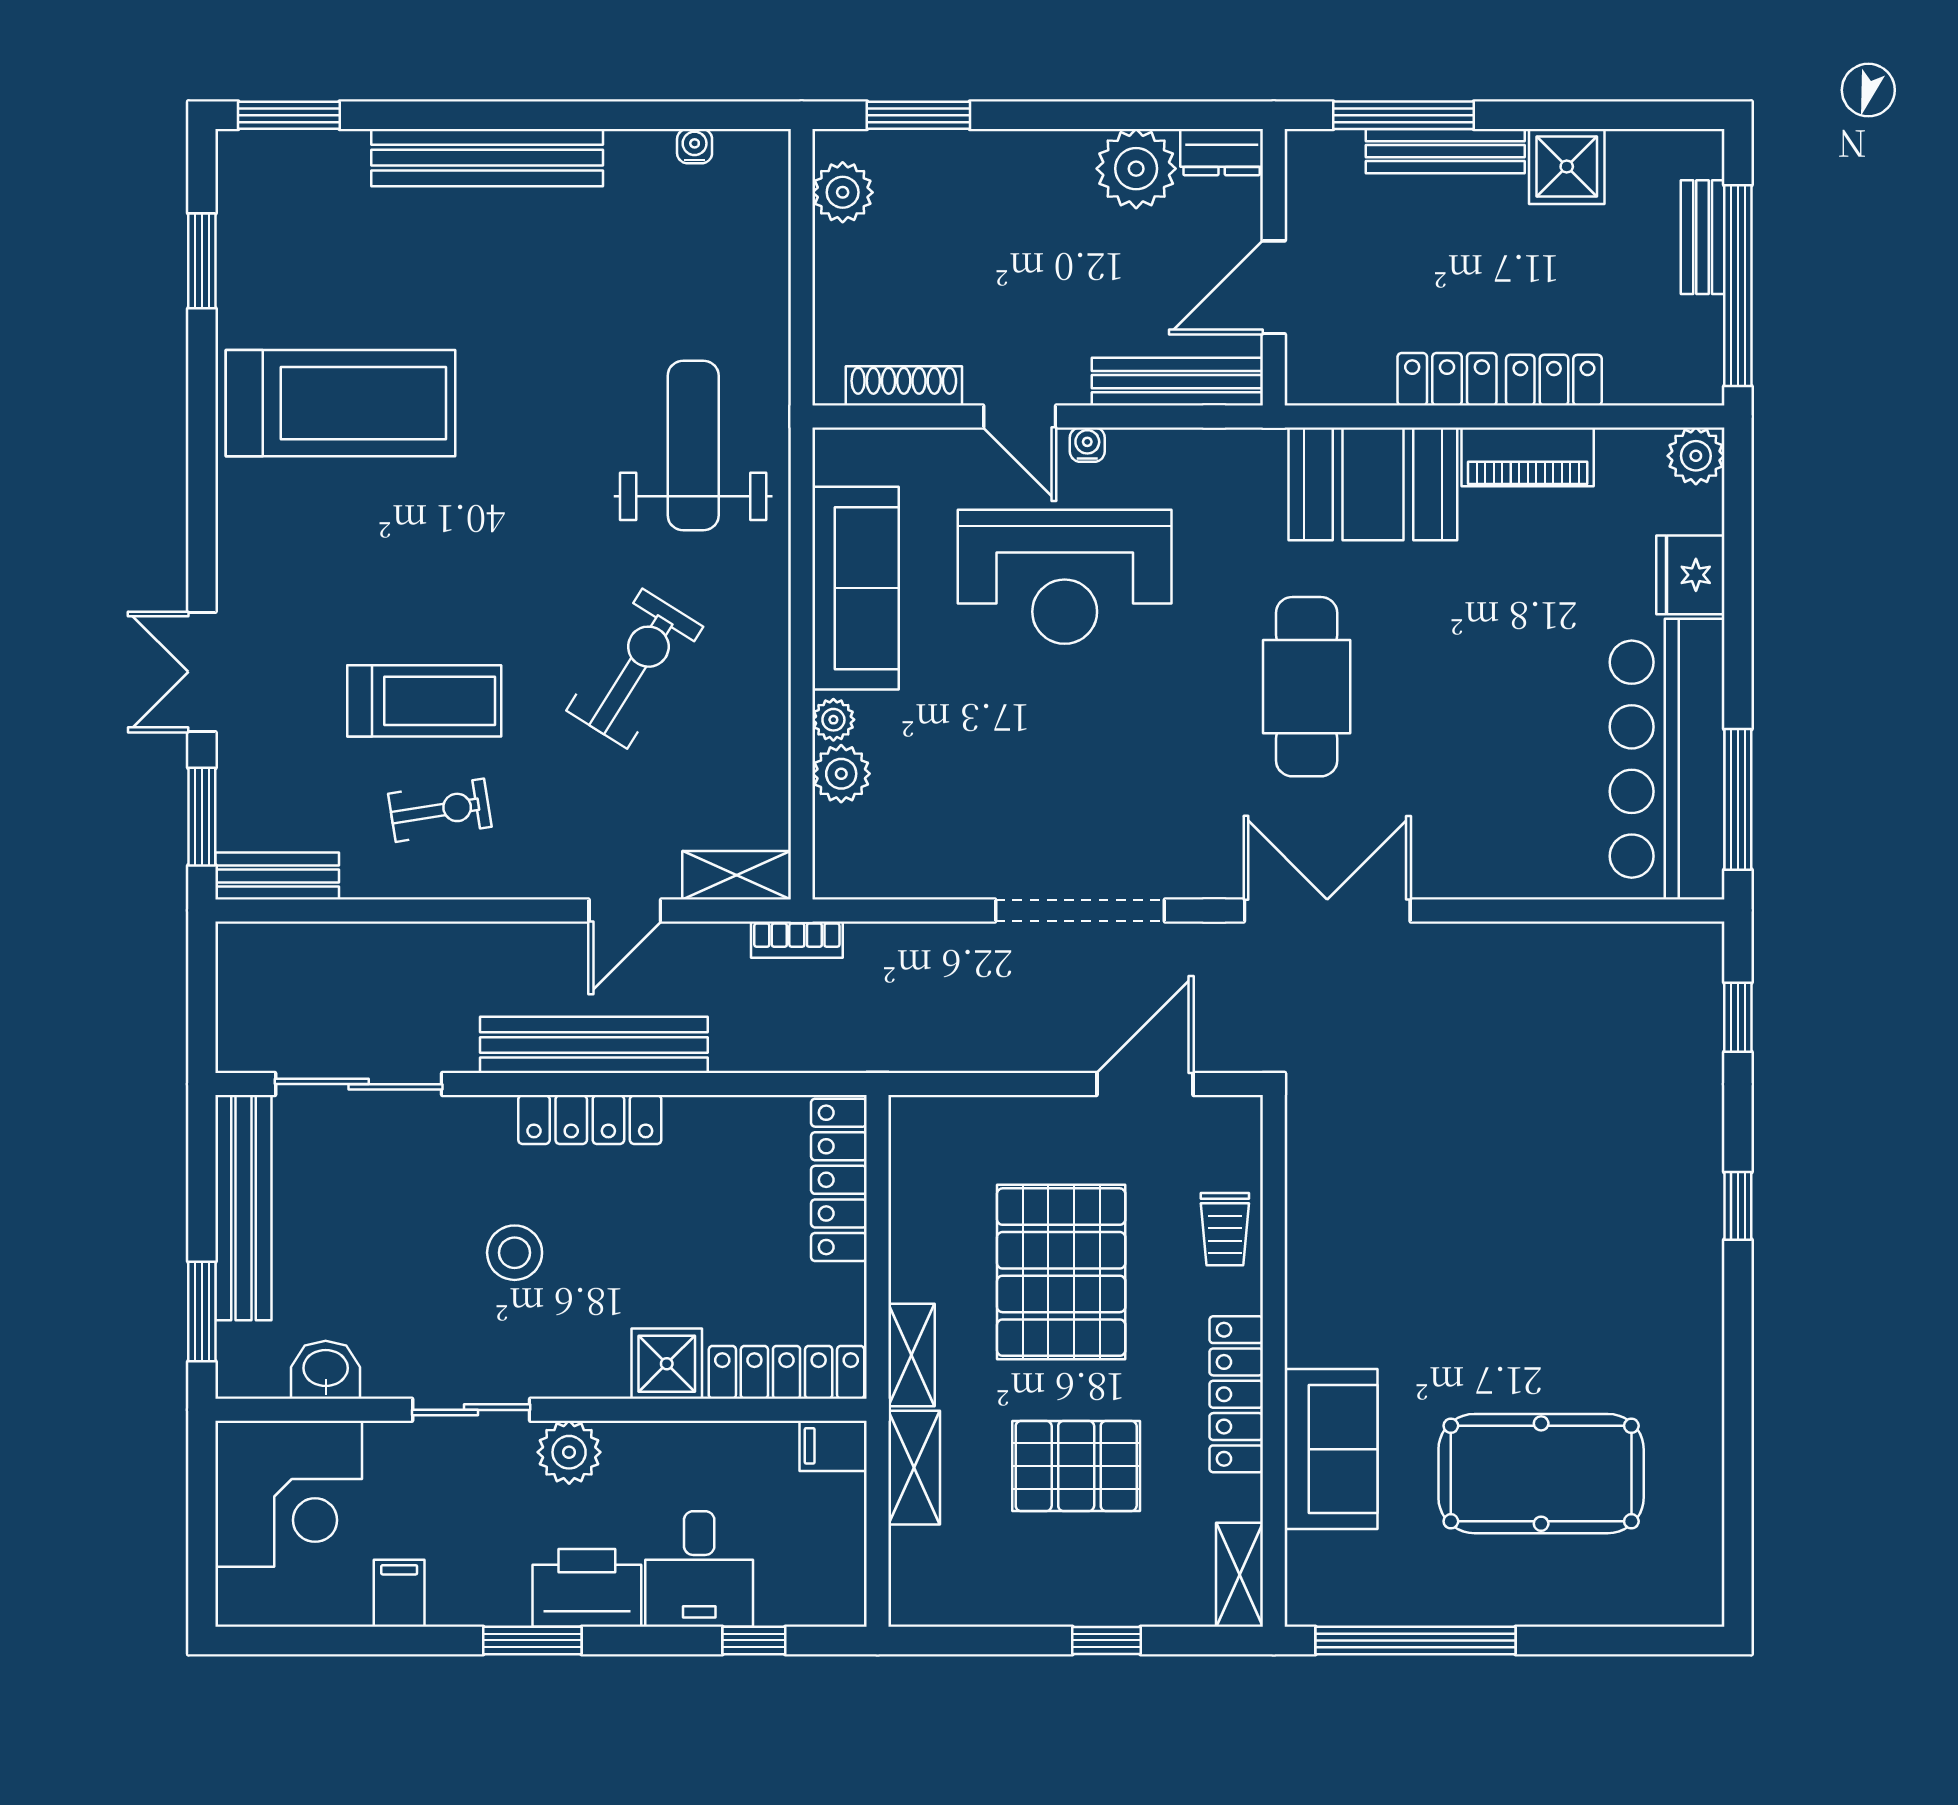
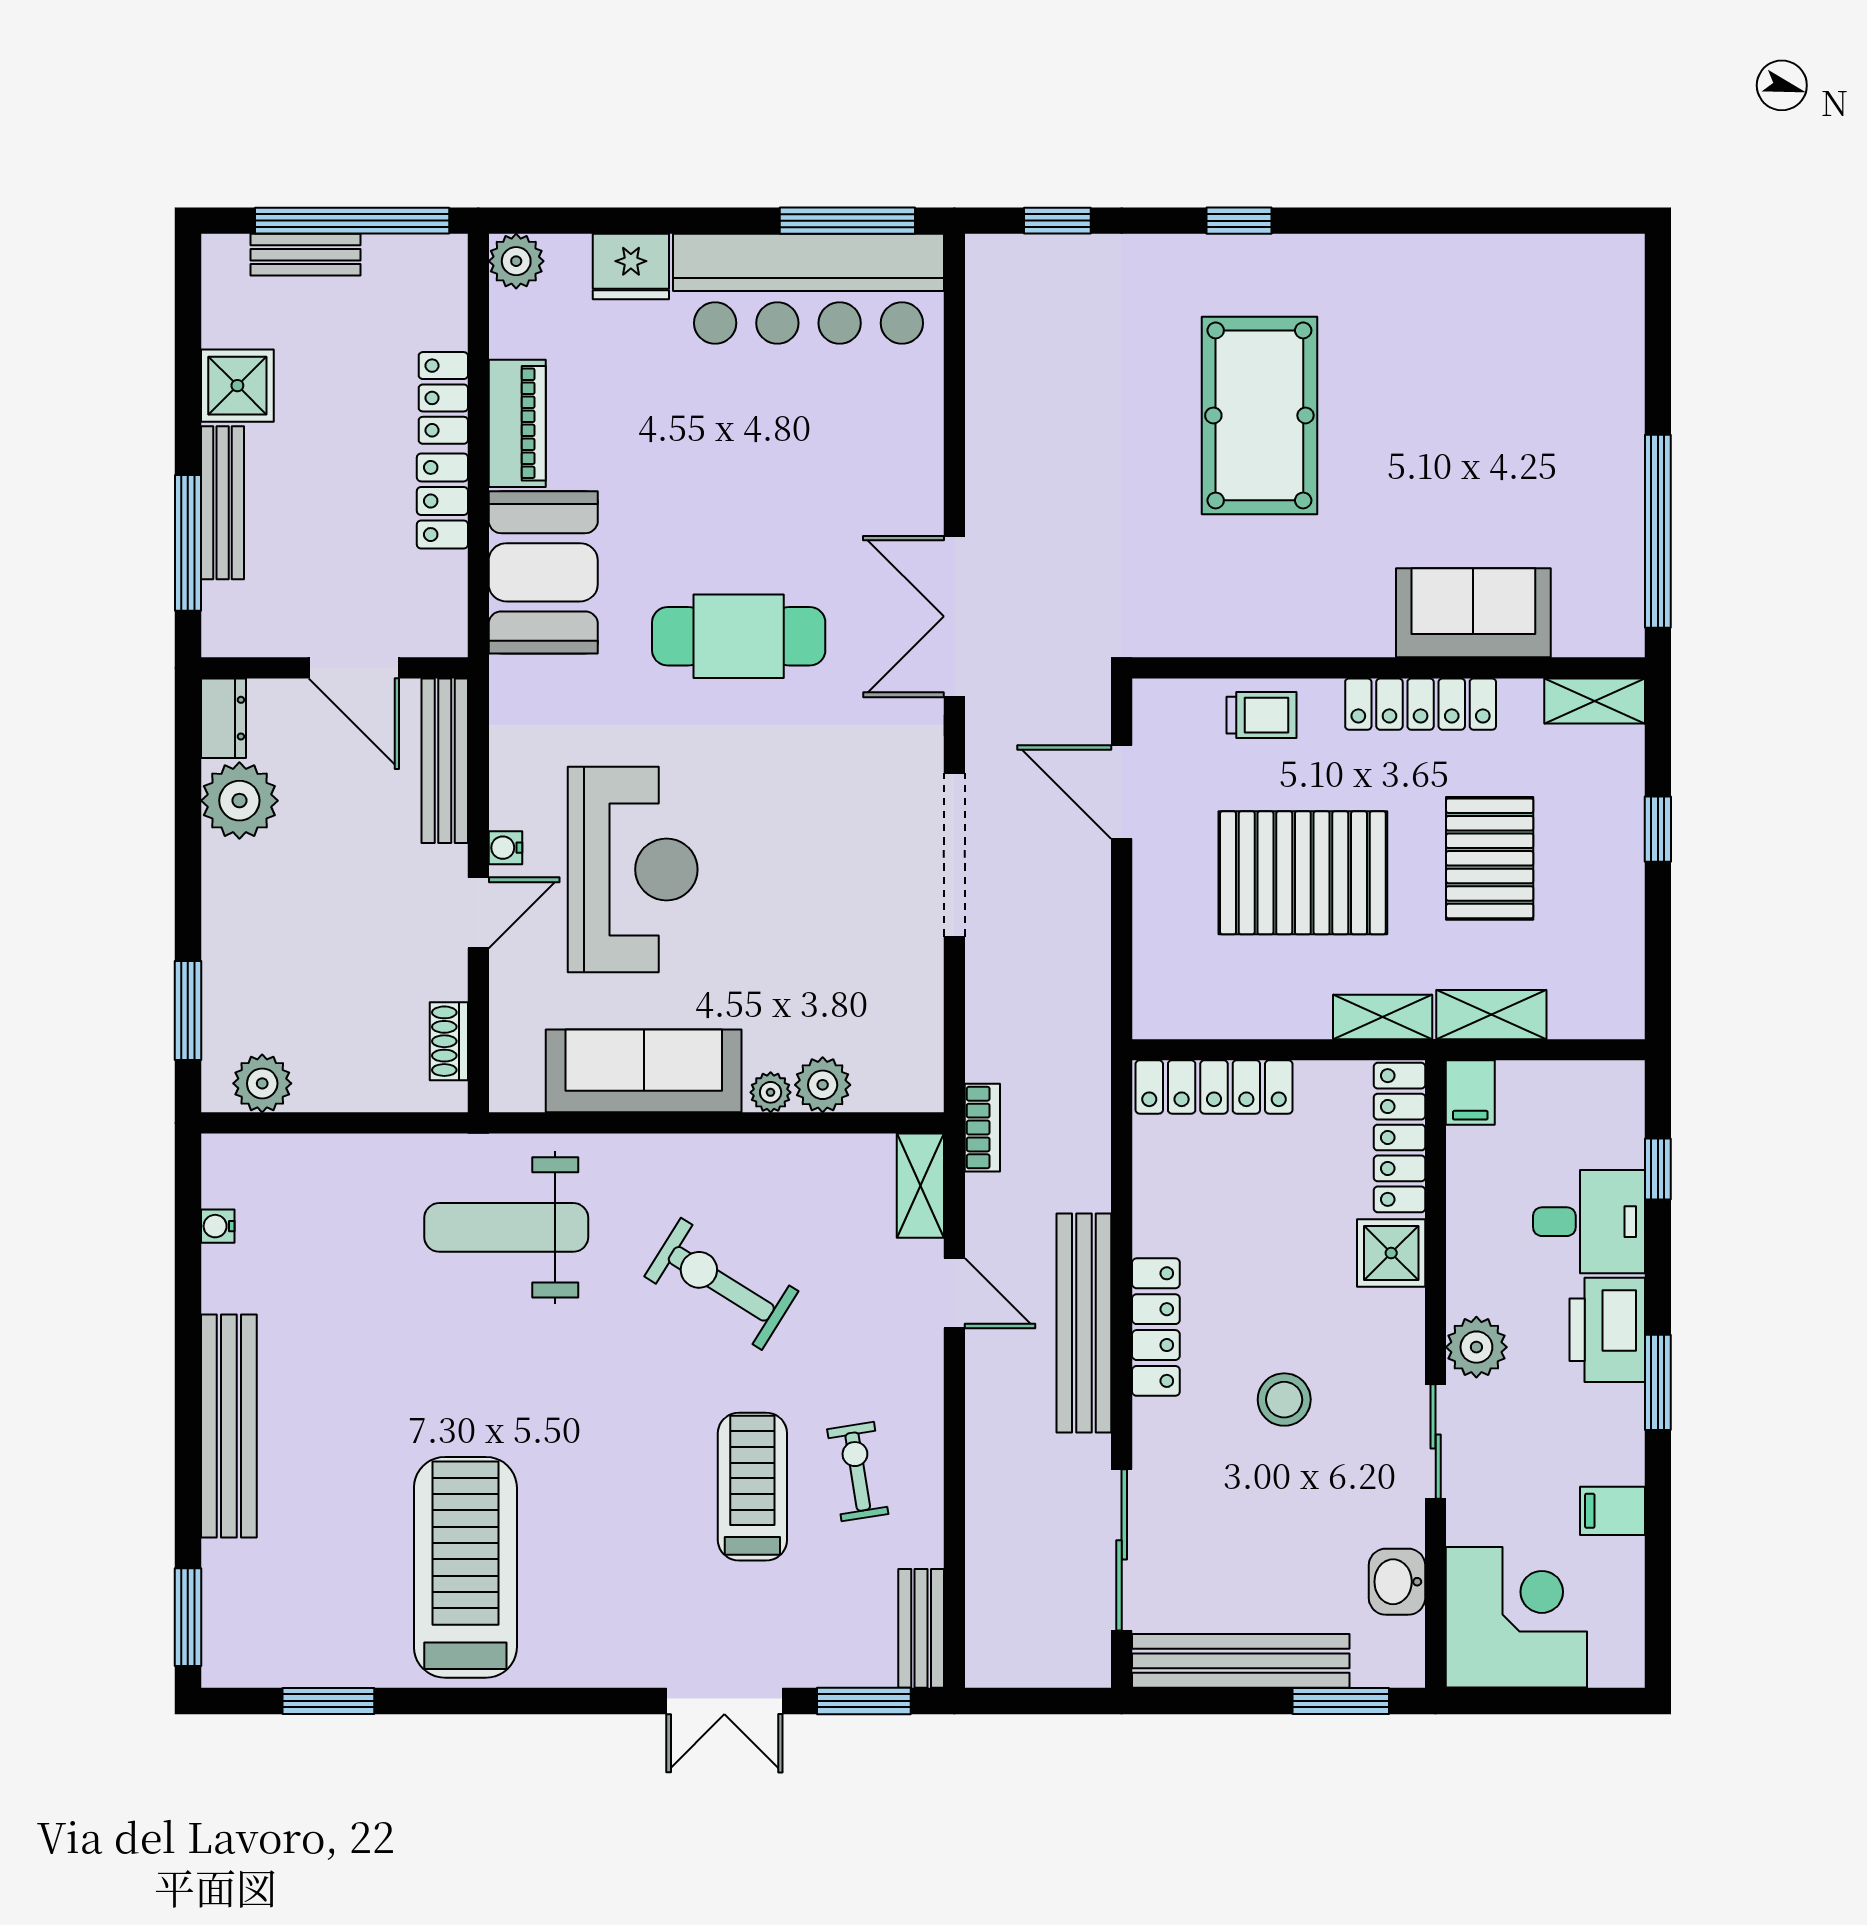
shoe rack: (904, 386) -> (449, 1041), width x0.70
pool table: (1541, 1474) -> (1259, 415), moved

